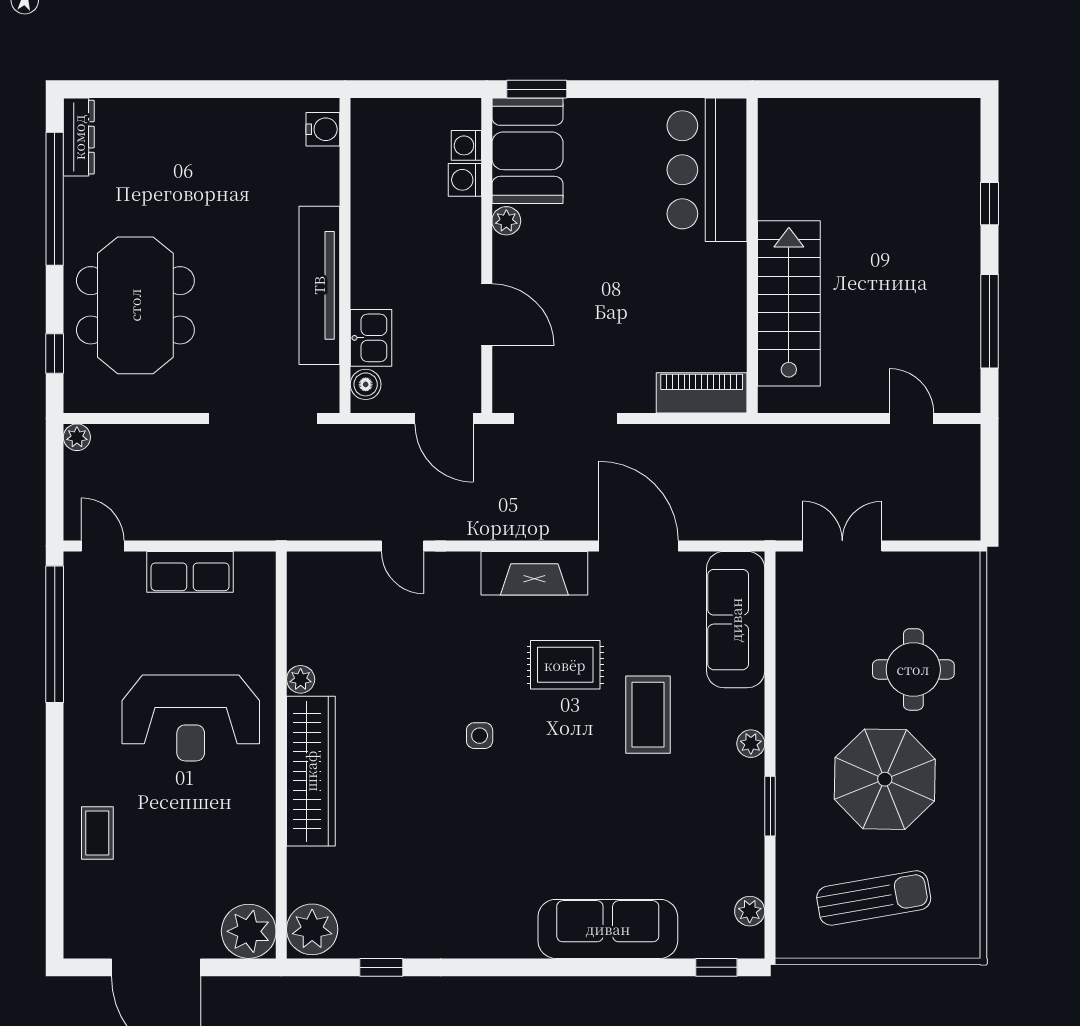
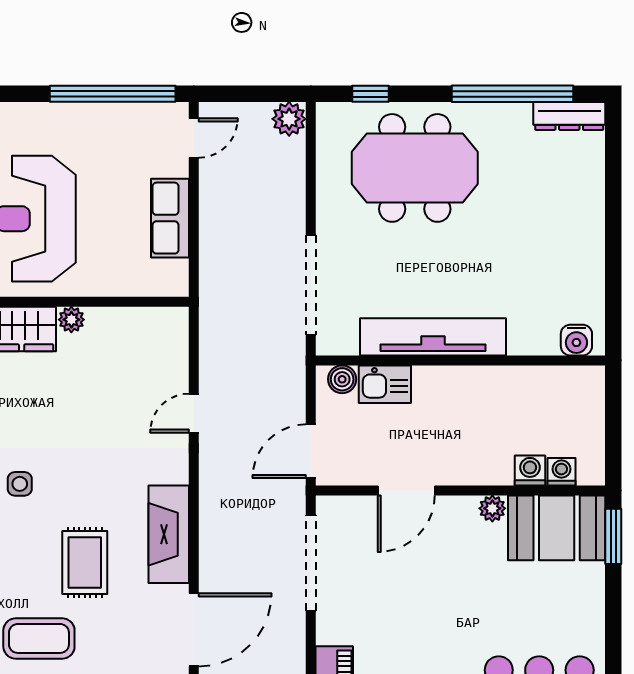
plant: (77, 437) -> (289, 119), width x1.38, depth x1.38

